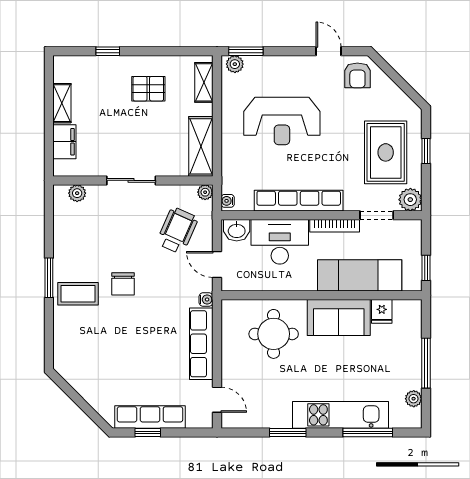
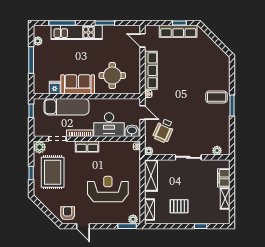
row of seats: (299, 201) -> (87, 147), width x0.50
chair: (123, 284) -> (193, 102), removed

